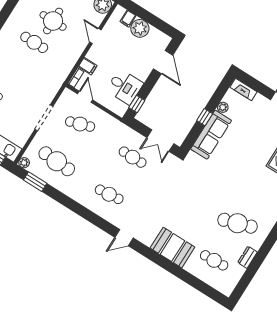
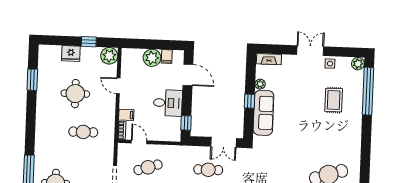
filing cabinet: (128, 19) -> (167, 56), moved
cafe table: (34, 42) -> (83, 132), moved
desk: (125, 87) -> (168, 103), moved

